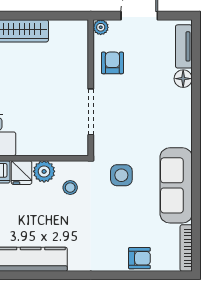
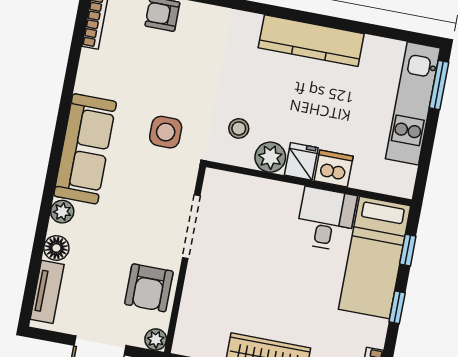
armchair: (112, 63) -> (149, 288), width x1.38, depth x1.38
plant: (184, 105) -> (62, 212), added
sofa: (176, 185) -> (85, 149), moved

